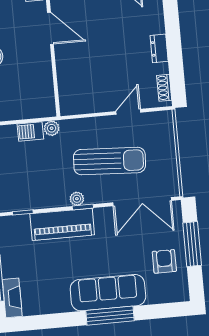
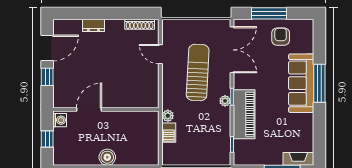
dresser: (159, 48) -> (93, 25), moved
shoe rack: (164, 88) -> (140, 24), width x1.43
armchair: (164, 261) -> (281, 37), turned 90

